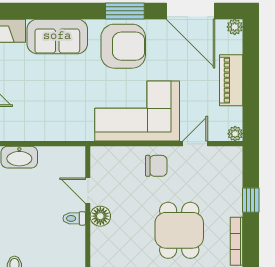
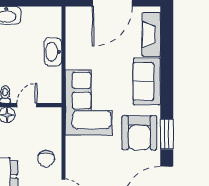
corner sofa: (137, 111) -> (89, 103), moved

